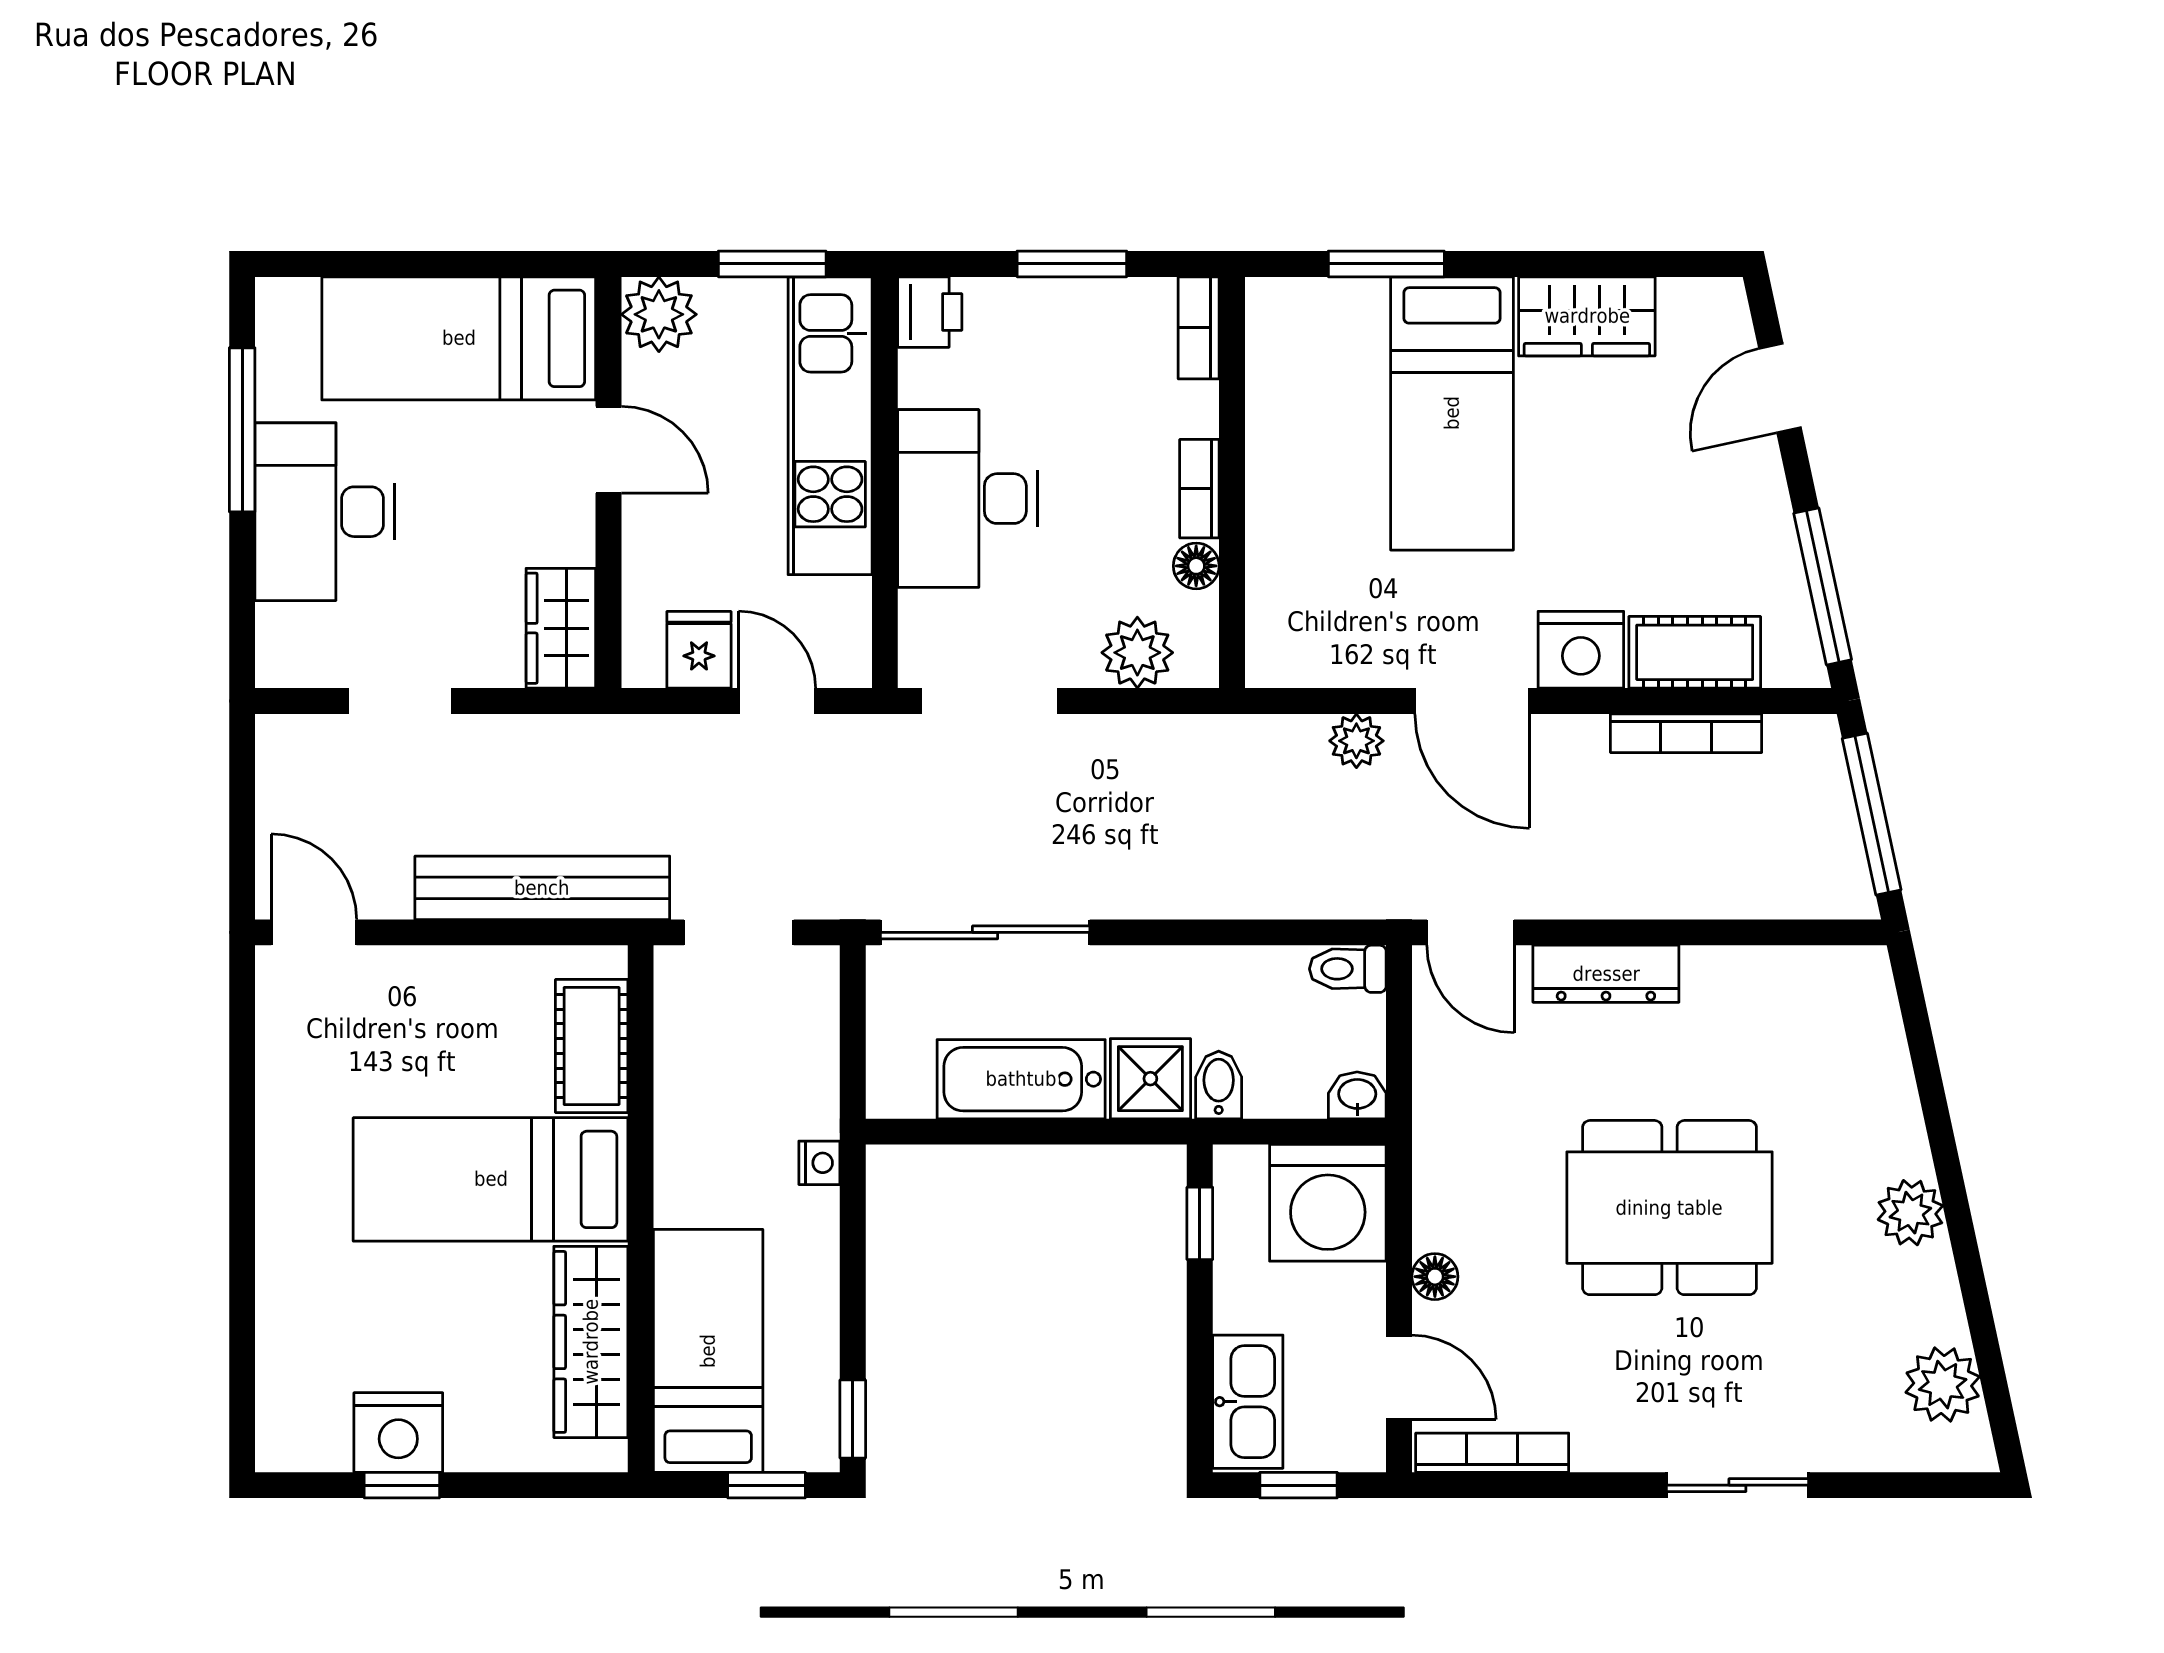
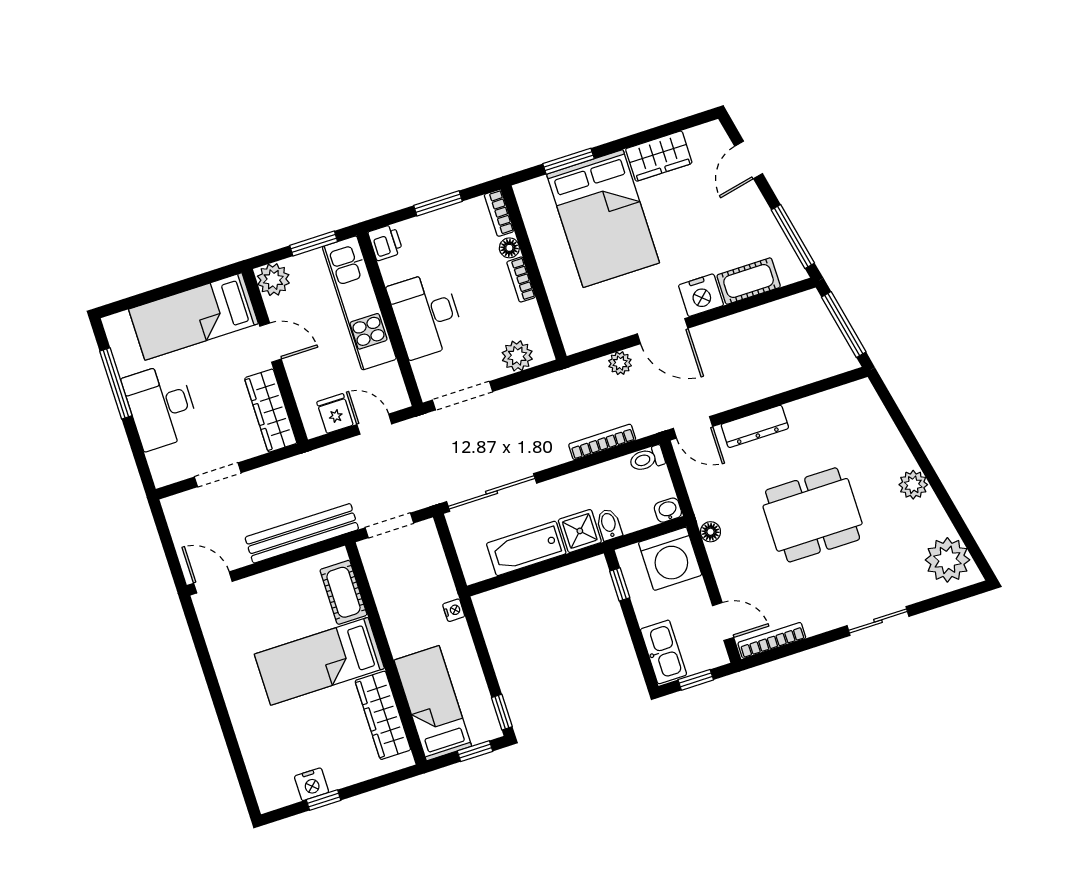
bed: (1452, 413) -> (603, 219), width x1.50
floor lamp: (1196, 566) -> (509, 248), moved
wardrobe: (561, 628) -> (271, 411), width x1.50
bookcase: (1686, 733) -> (602, 442), moved, turned 180
floor lamp: (1435, 1277) -> (710, 532), moved
plant: (1943, 1385) -> (947, 560), width x1.36, depth x1.36
nightstand: (398, 1432) -> (312, 784), width x0.74, depth x0.75

